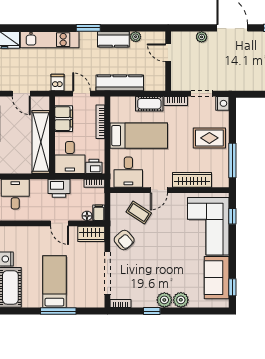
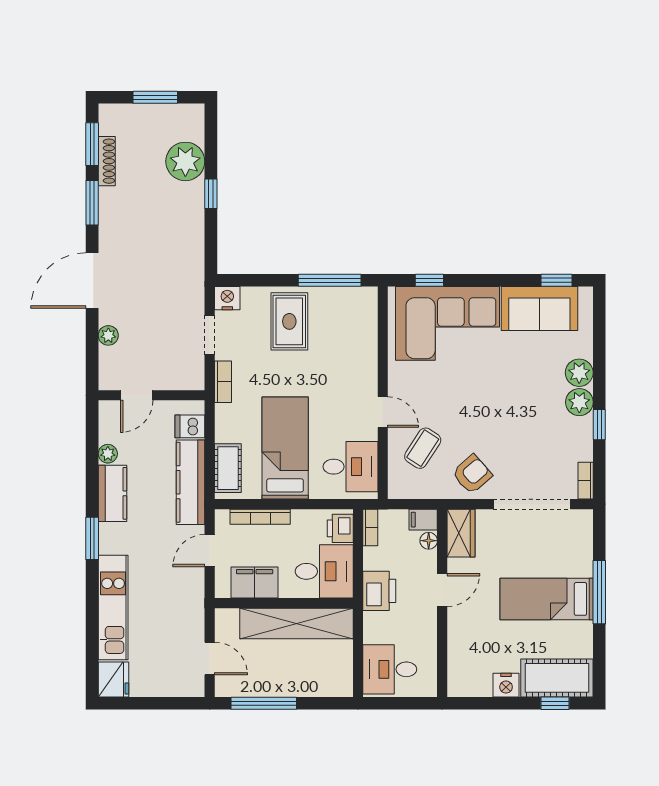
dishwasher: (57, 82) -> (190, 426), moved
door: (21, 94) -> (210, 659), hinge flipped
cot: (149, 104) -> (228, 468), moved
wardrobe: (192, 180) -> (364, 353), removed

